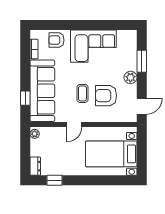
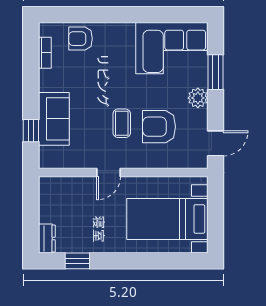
corner sofa: (93, 46) -> (172, 48), moved
sofa: (42, 91) -> (54, 119), width x0.54, depth x0.79
plant: (35, 134) -> (46, 187), removed

